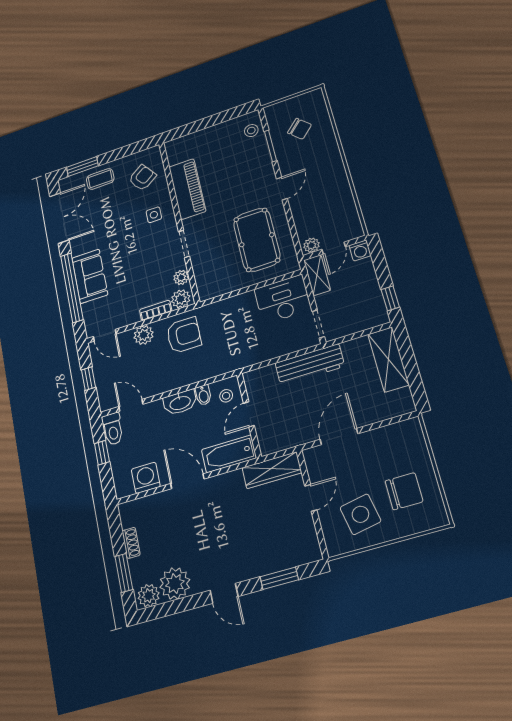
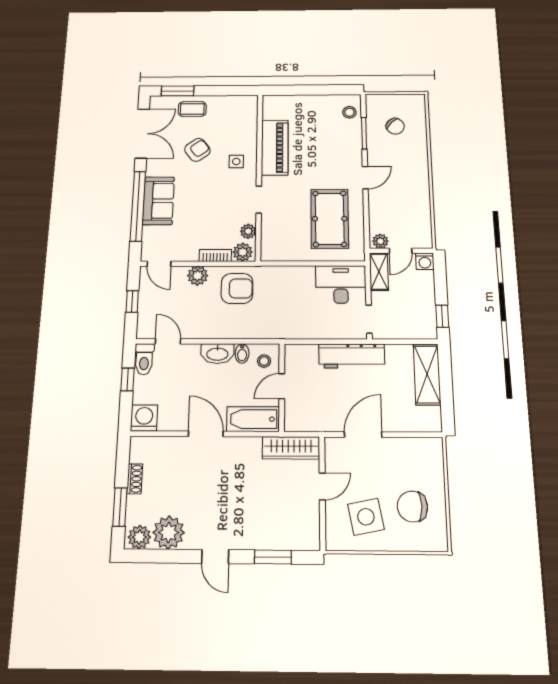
armchair: (142, 178) -> (197, 150), moved
washing machine: (146, 478) -> (144, 418), moved
chair: (404, 491) -> (412, 507), turned 180

